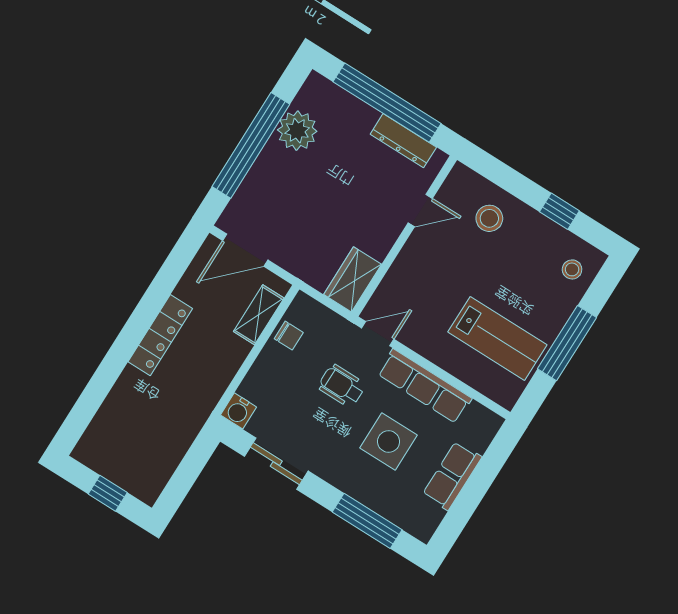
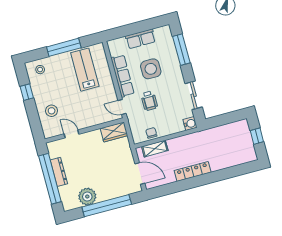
dresser: (403, 141) -> (59, 172), moved

